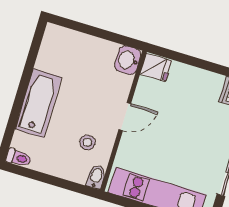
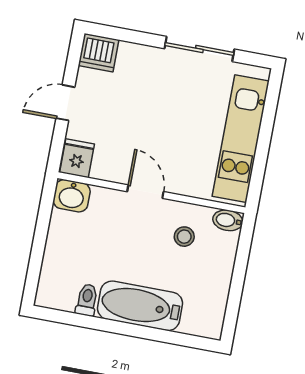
door: (199, 63) -> (65, 103), added
toilet: (19, 158) -> (87, 300), moved

